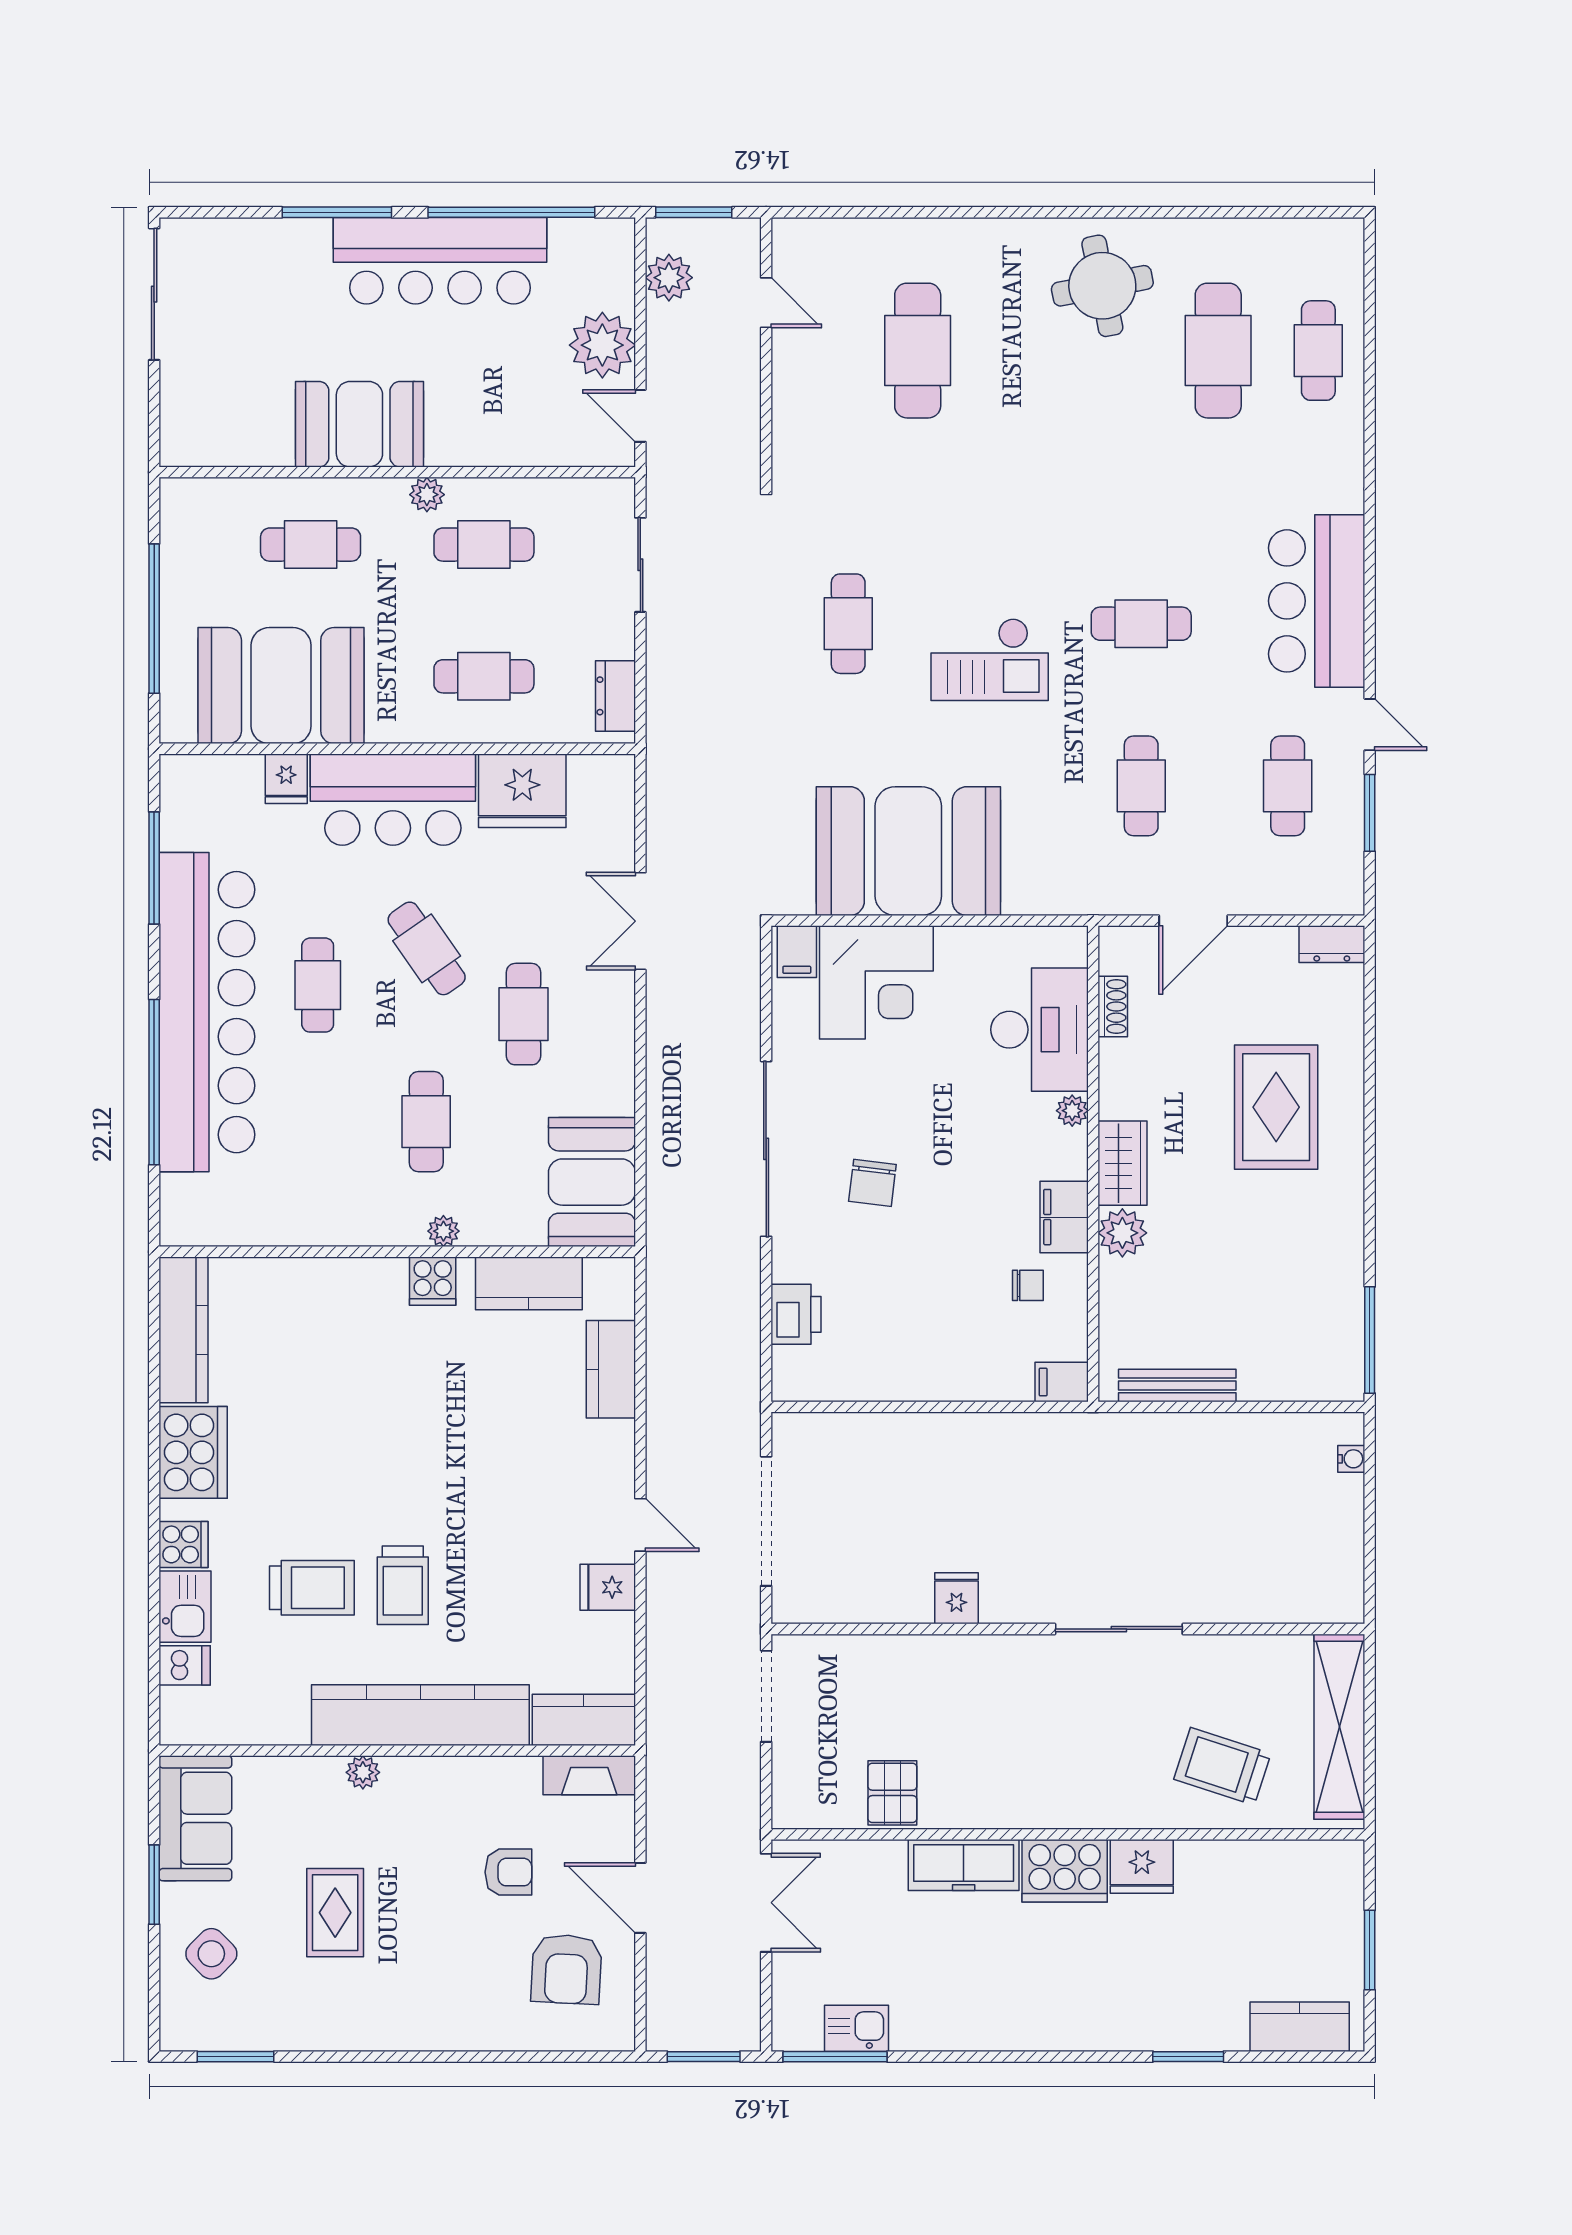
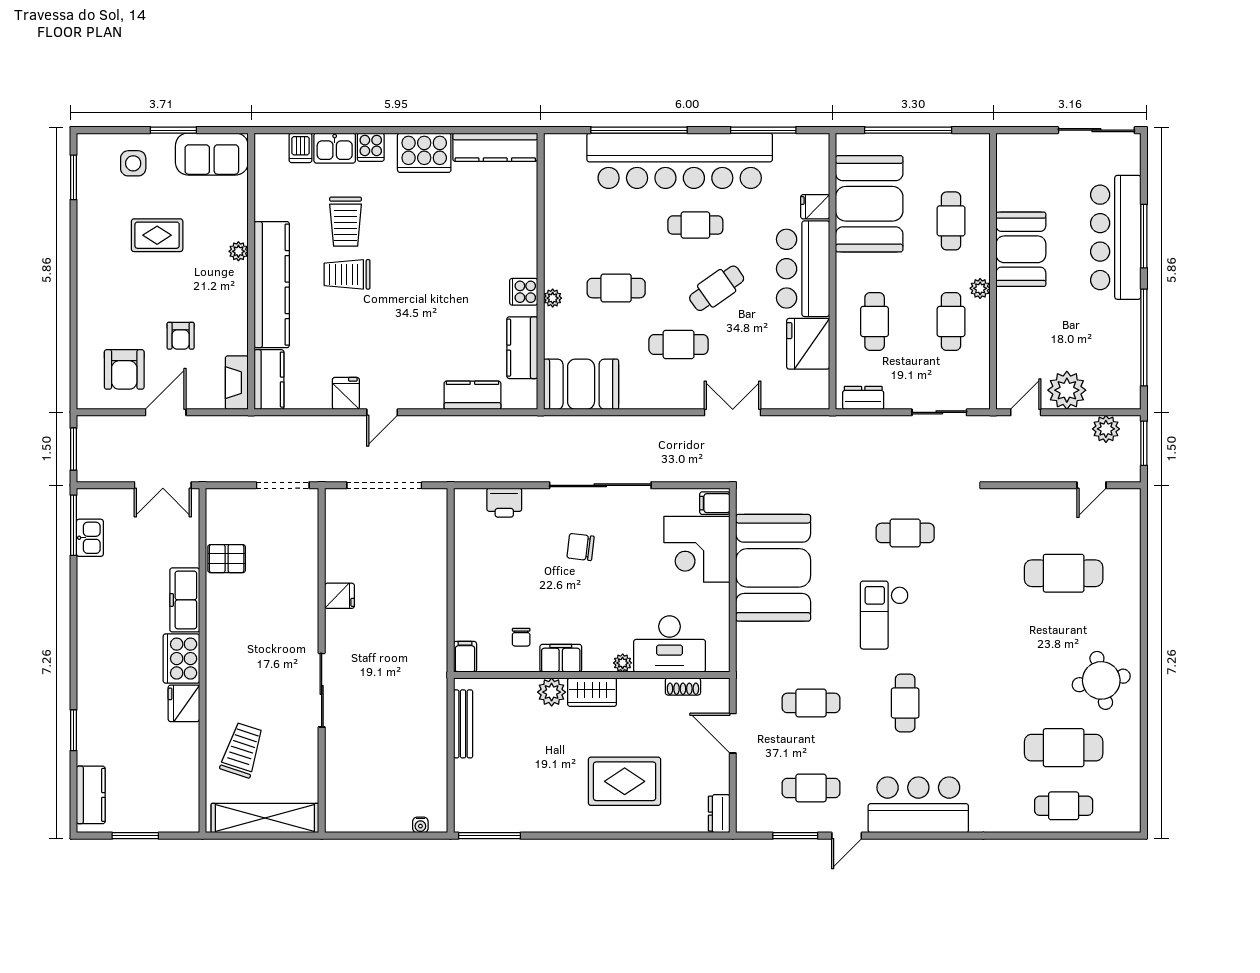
bar counter: (440, 261) -> (1116, 237), moved
side table: (211, 1954) -> (133, 163), turned 45
armchair: (566, 1969) -> (124, 369), turned -93

